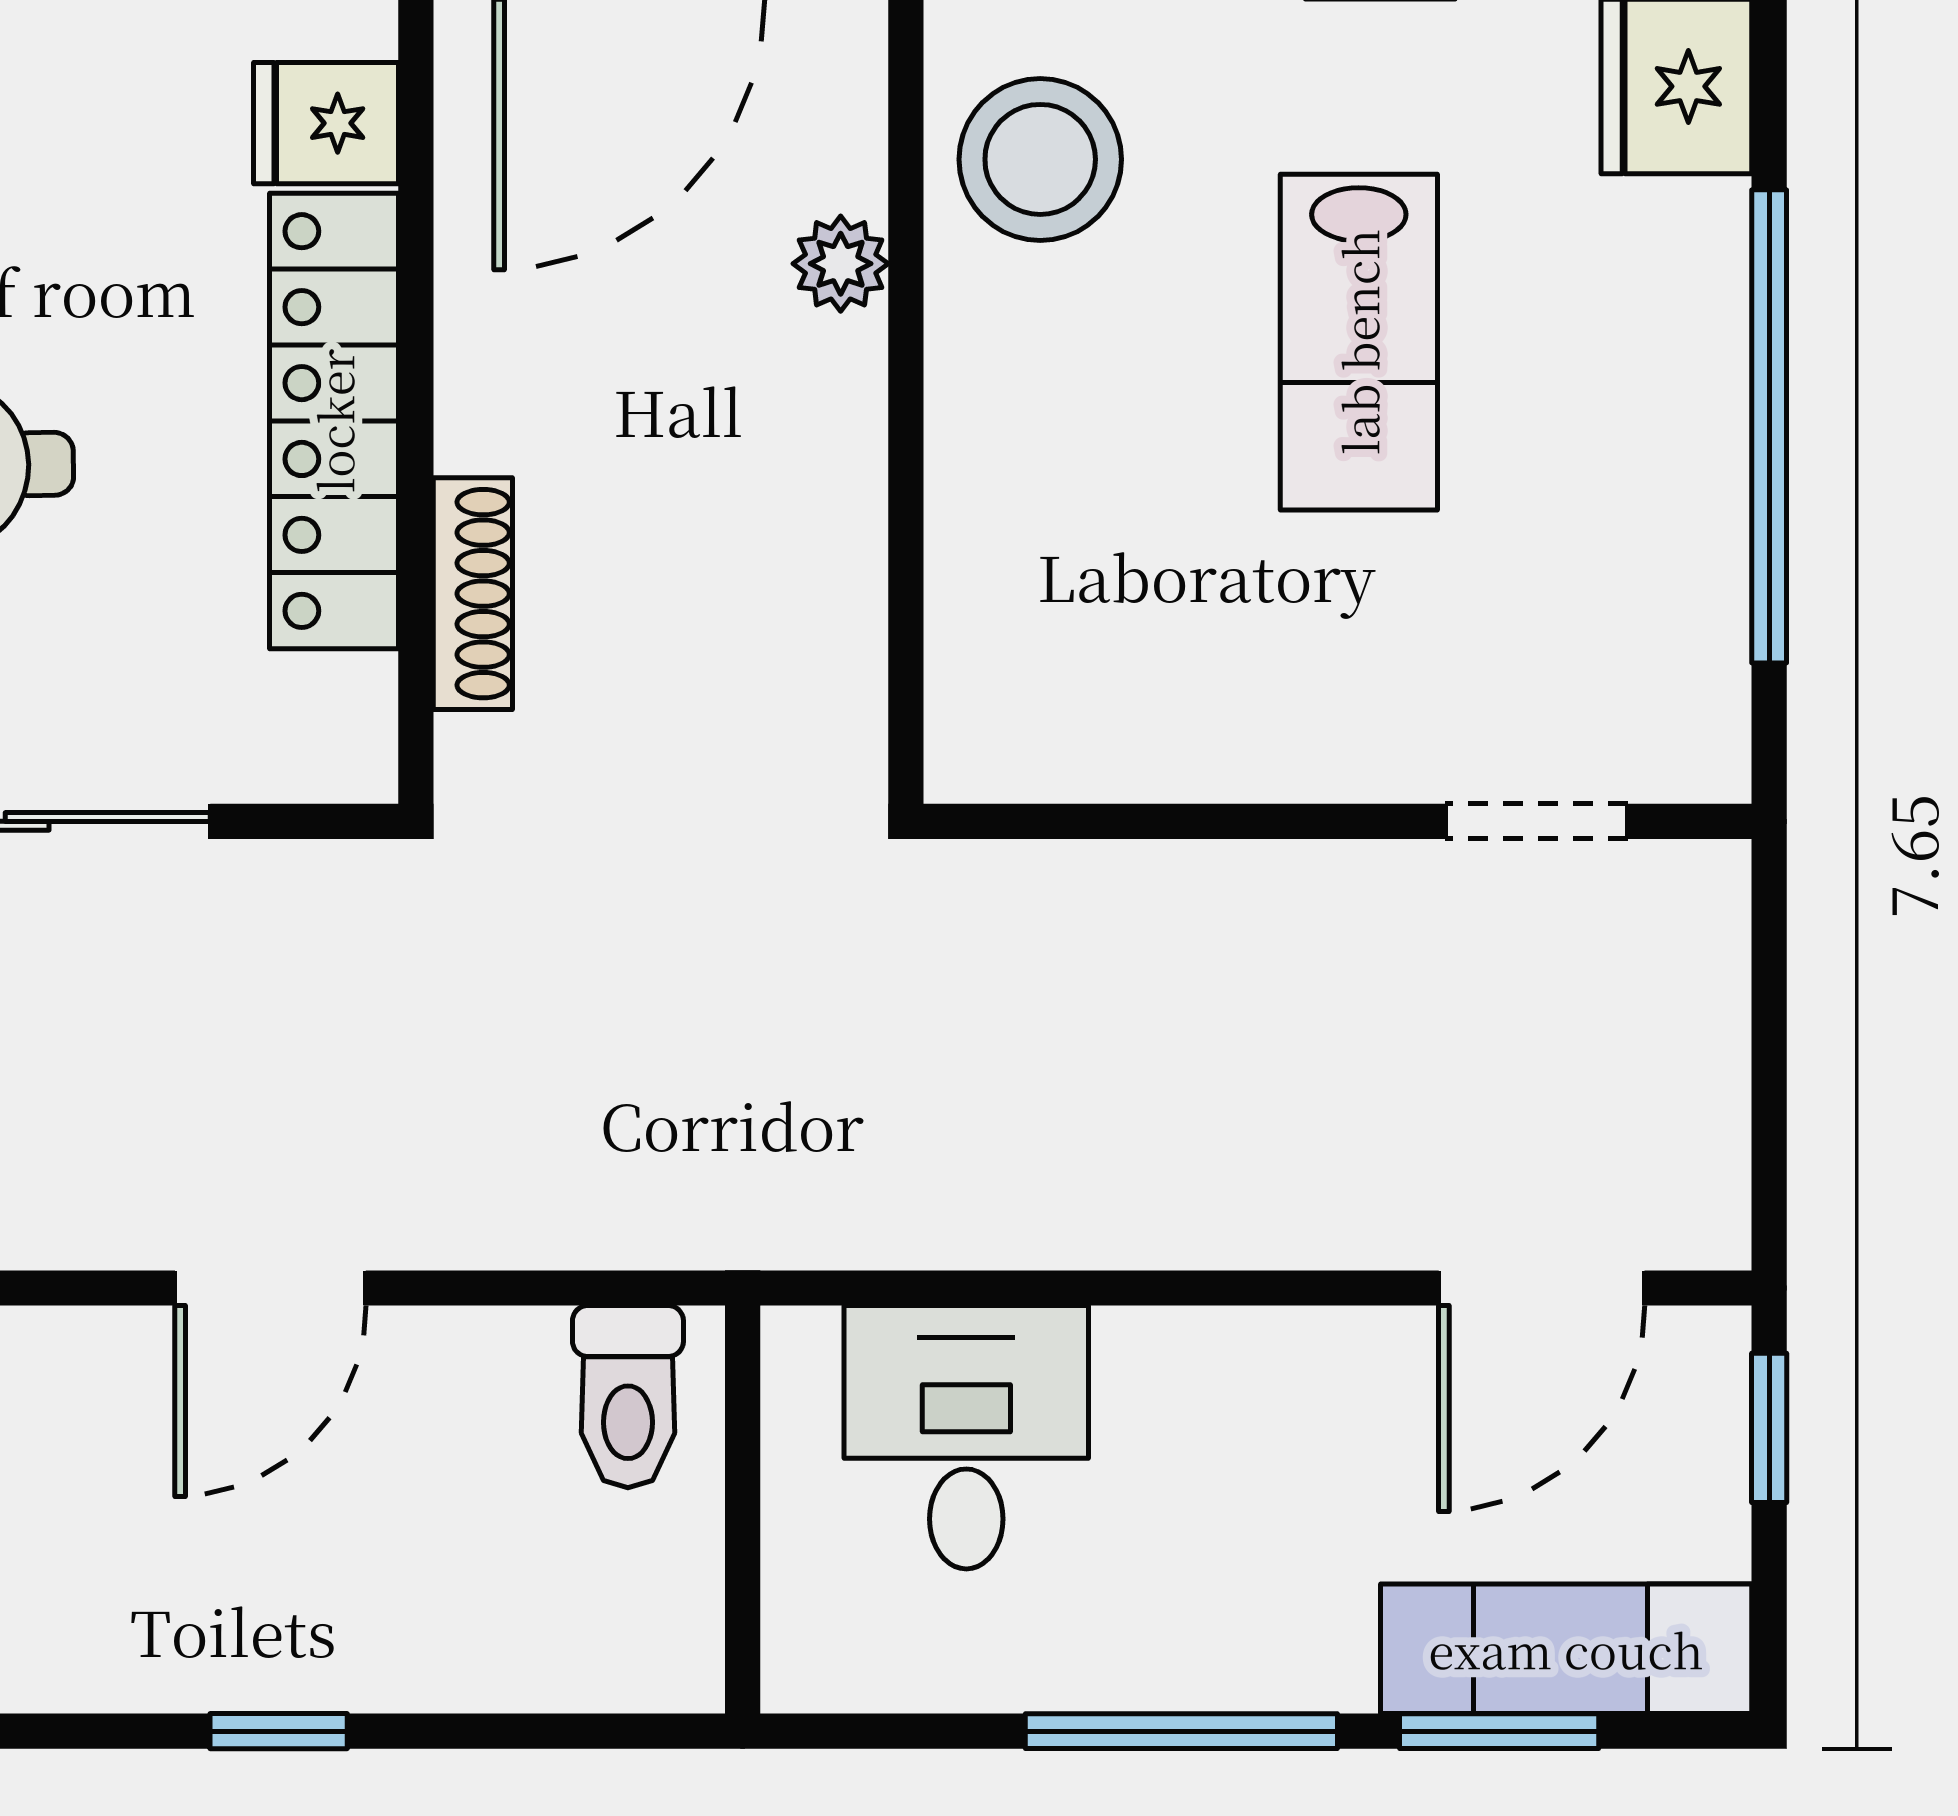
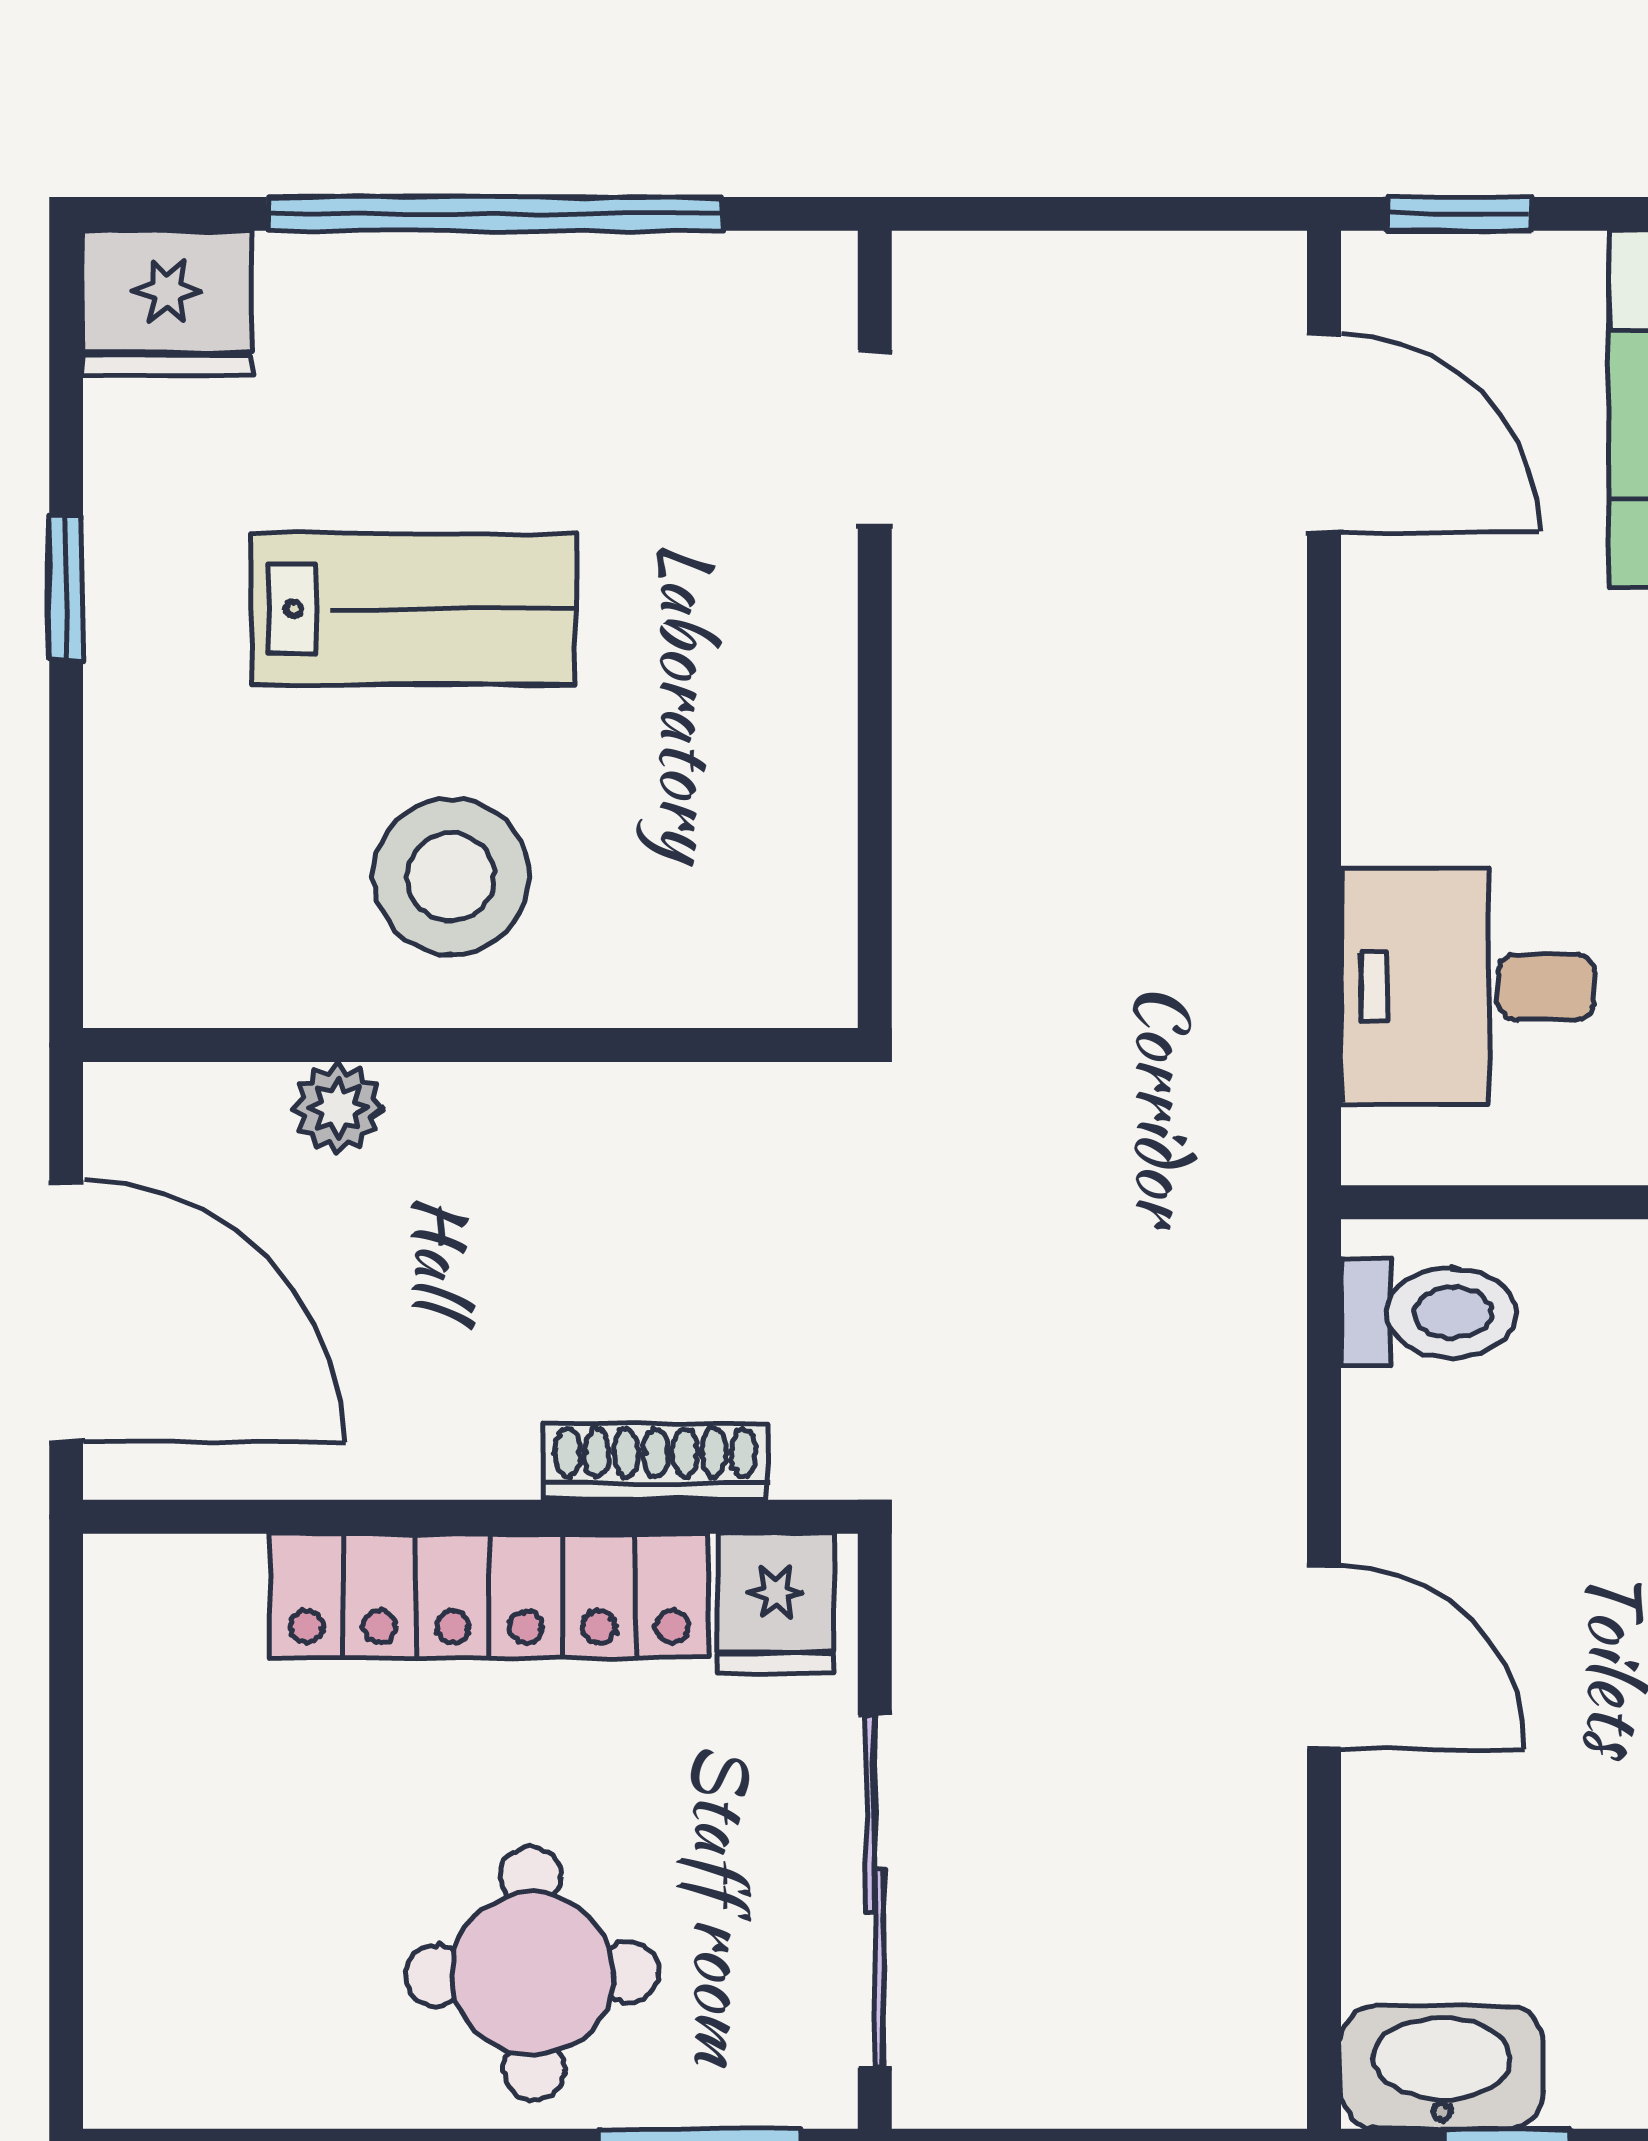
fridge: (326, 123) -> (776, 1603), moved
stool: (1040, 159) -> (451, 877), moved

